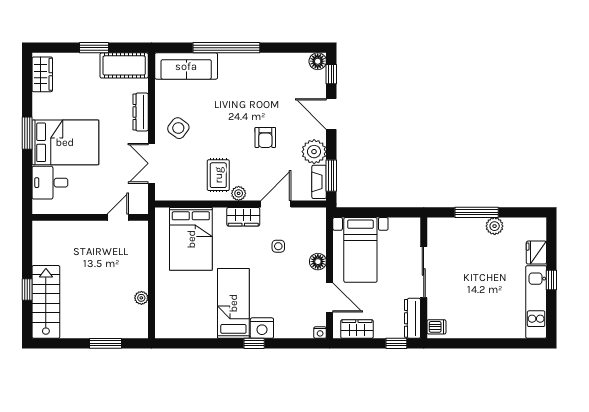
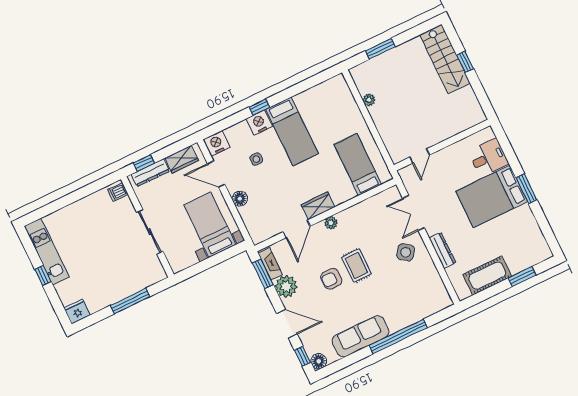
window: (94, 48) -> (522, 277), moved
cot: (124, 65) -> (487, 276), moved
sofa: (186, 66) -> (360, 336), moved
wardrobe: (42, 74) -> (537, 243), removed
armchair: (265, 137) -> (331, 279), turned -90
double door: (151, 163) -> (414, 213), swing flipped
rug: (218, 175) -> (356, 266), moved
plant: (495, 226) -> (110, 297), removed
bed: (191, 239) -> (358, 164), width x0.67
side table: (278, 246) -> (256, 159), moved
fridge: (536, 253) -> (77, 312), moved, turned -90
dresser: (412, 318) -> (150, 173), moved, turned 90
nightstand: (320, 333) -> (216, 143), width x1.89, depth x1.79

